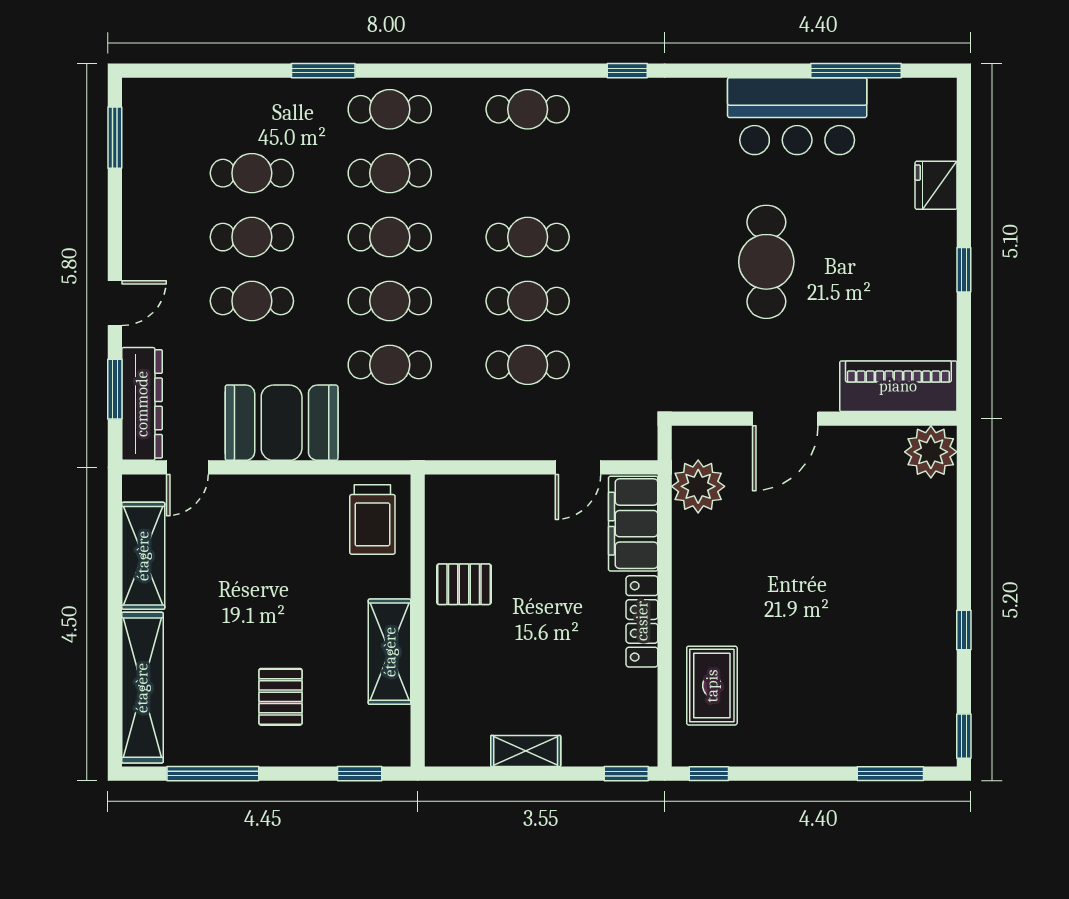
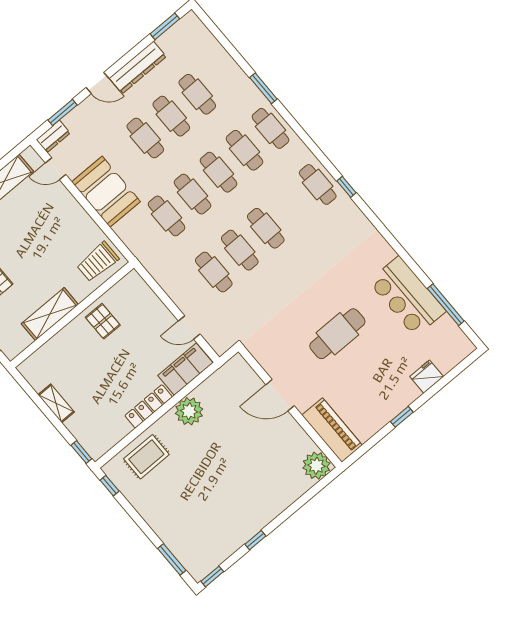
window: (627, 71) -> (346, 187), moved
dresser: (141, 226) -> (138, 67), added
dresser: (142, 404) -> (53, 136), width x0.51, depth x0.80
plant: (698, 486) -> (189, 411), moved

